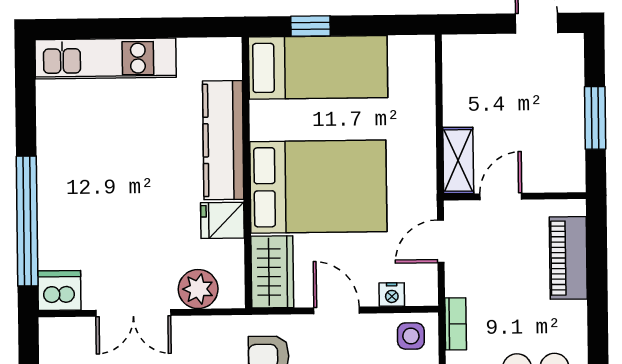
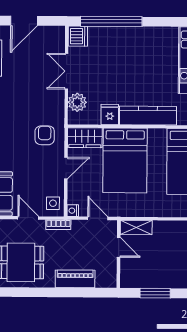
piano: (568, 258) -> (75, 279), moved
nightstand: (392, 295) -> (73, 211), moved

